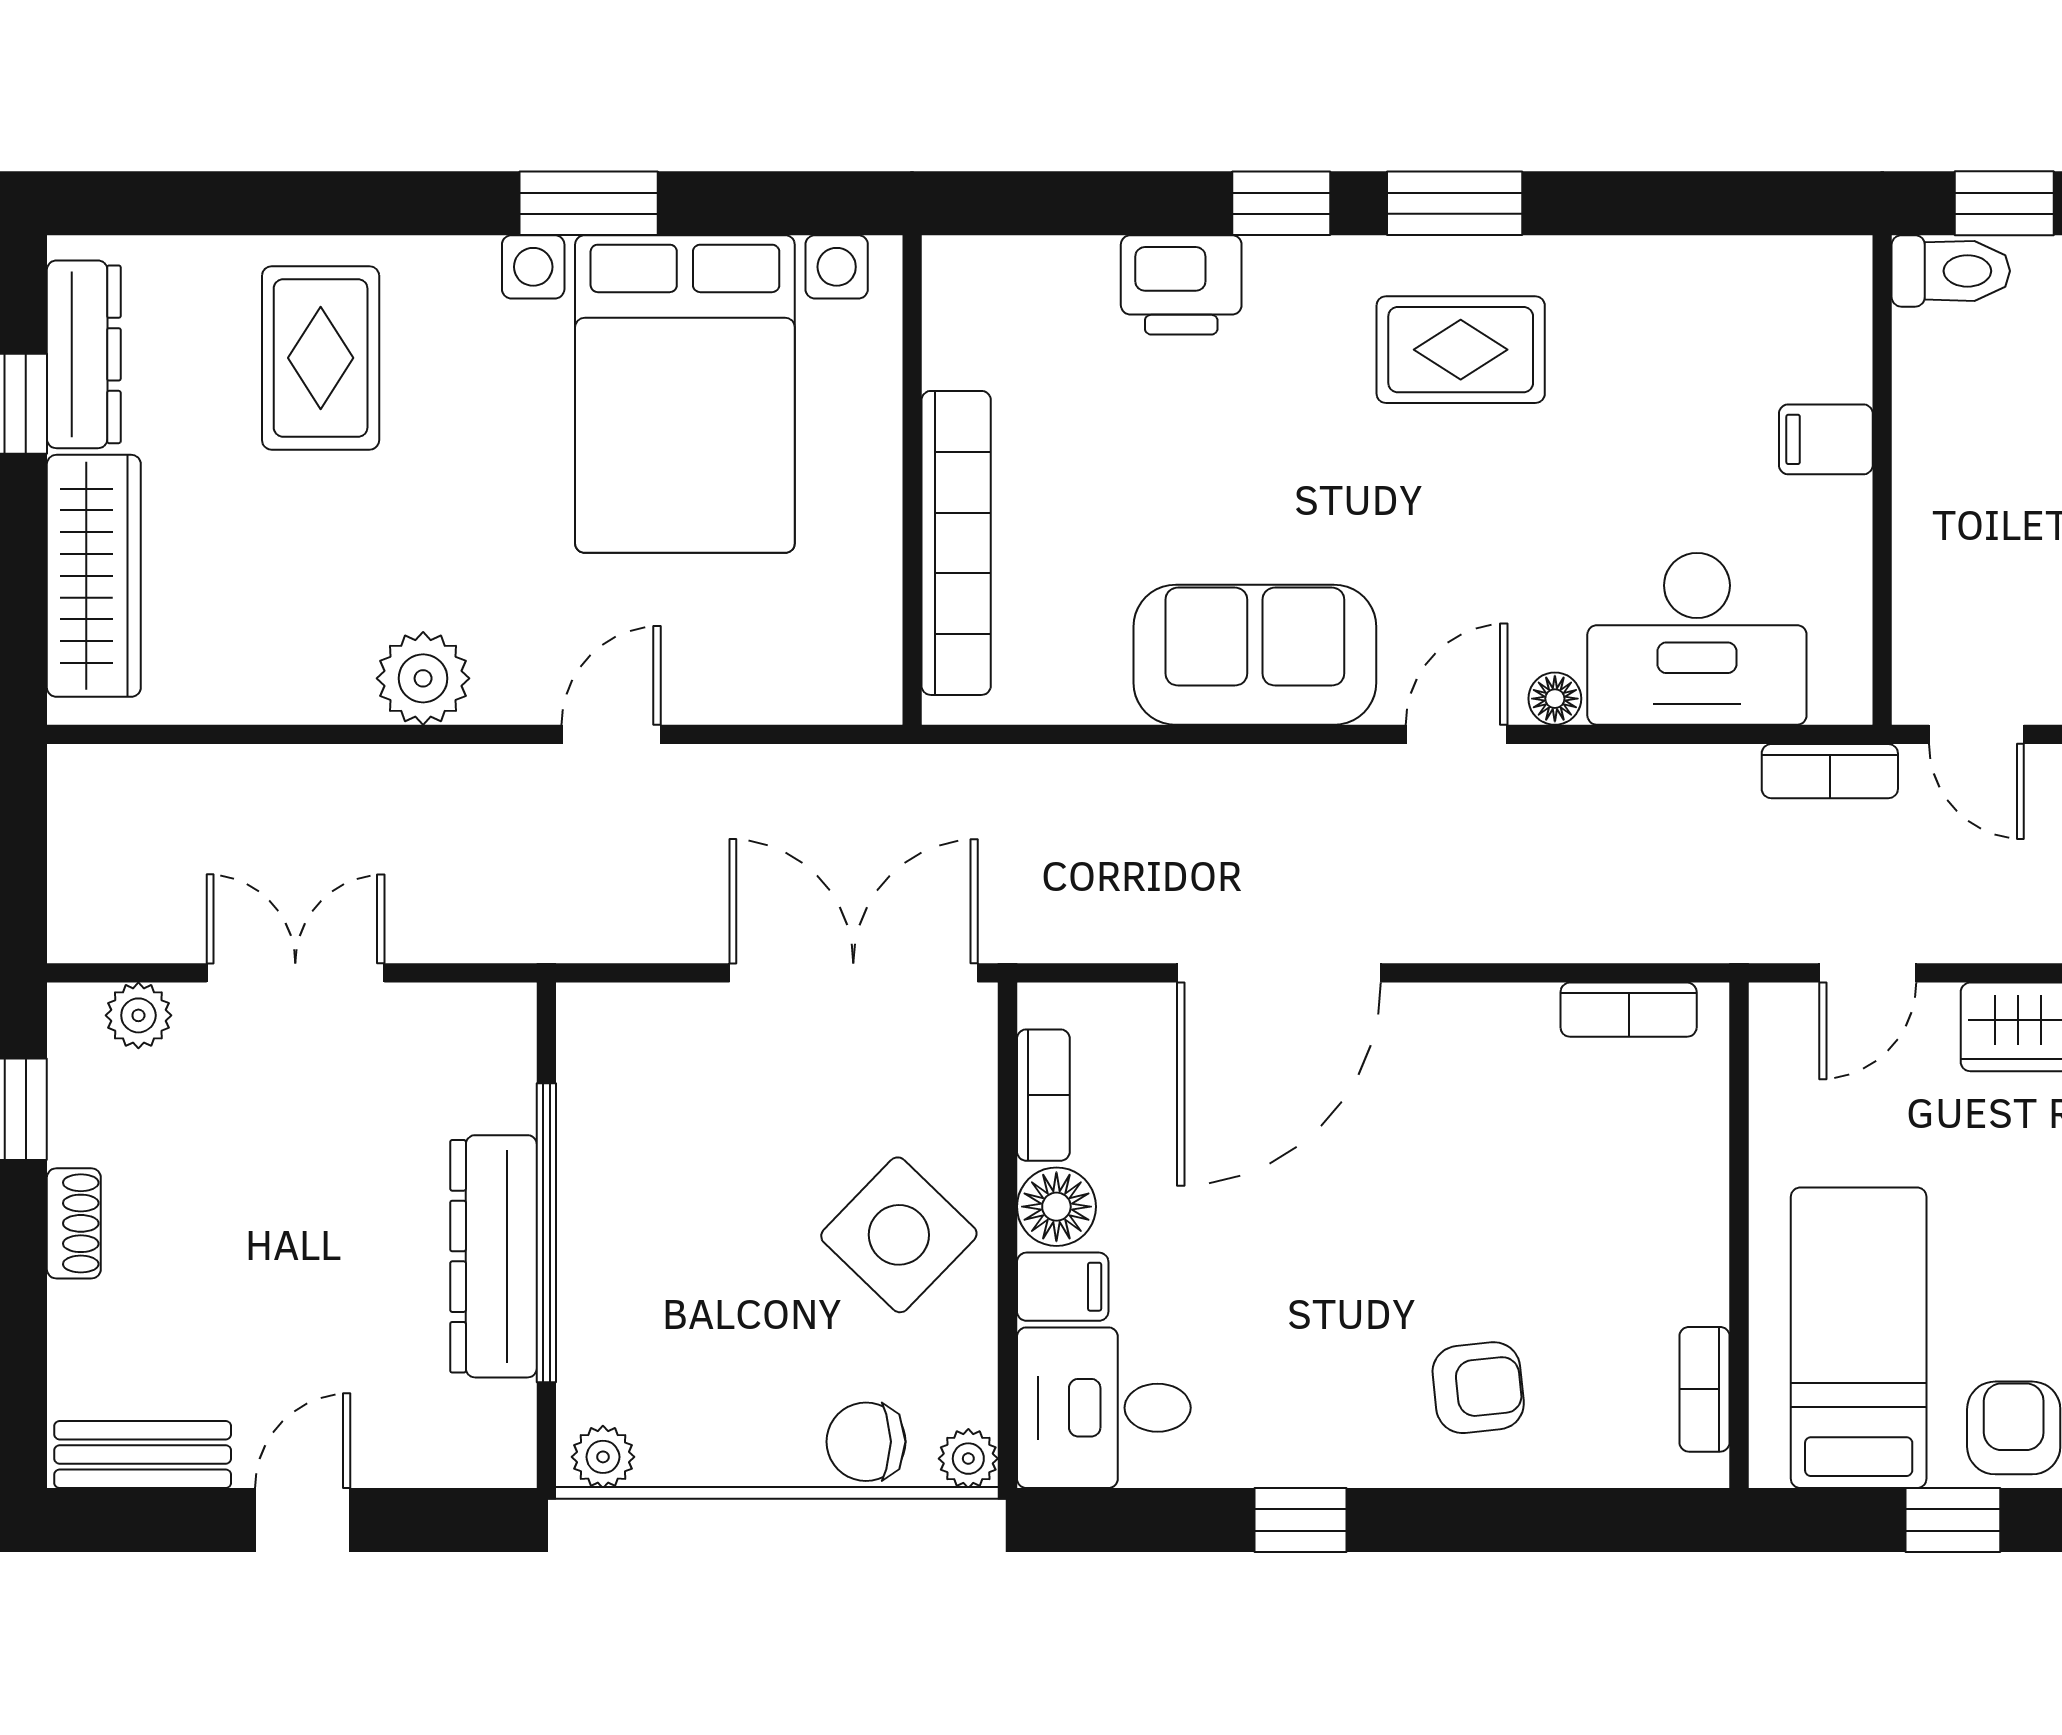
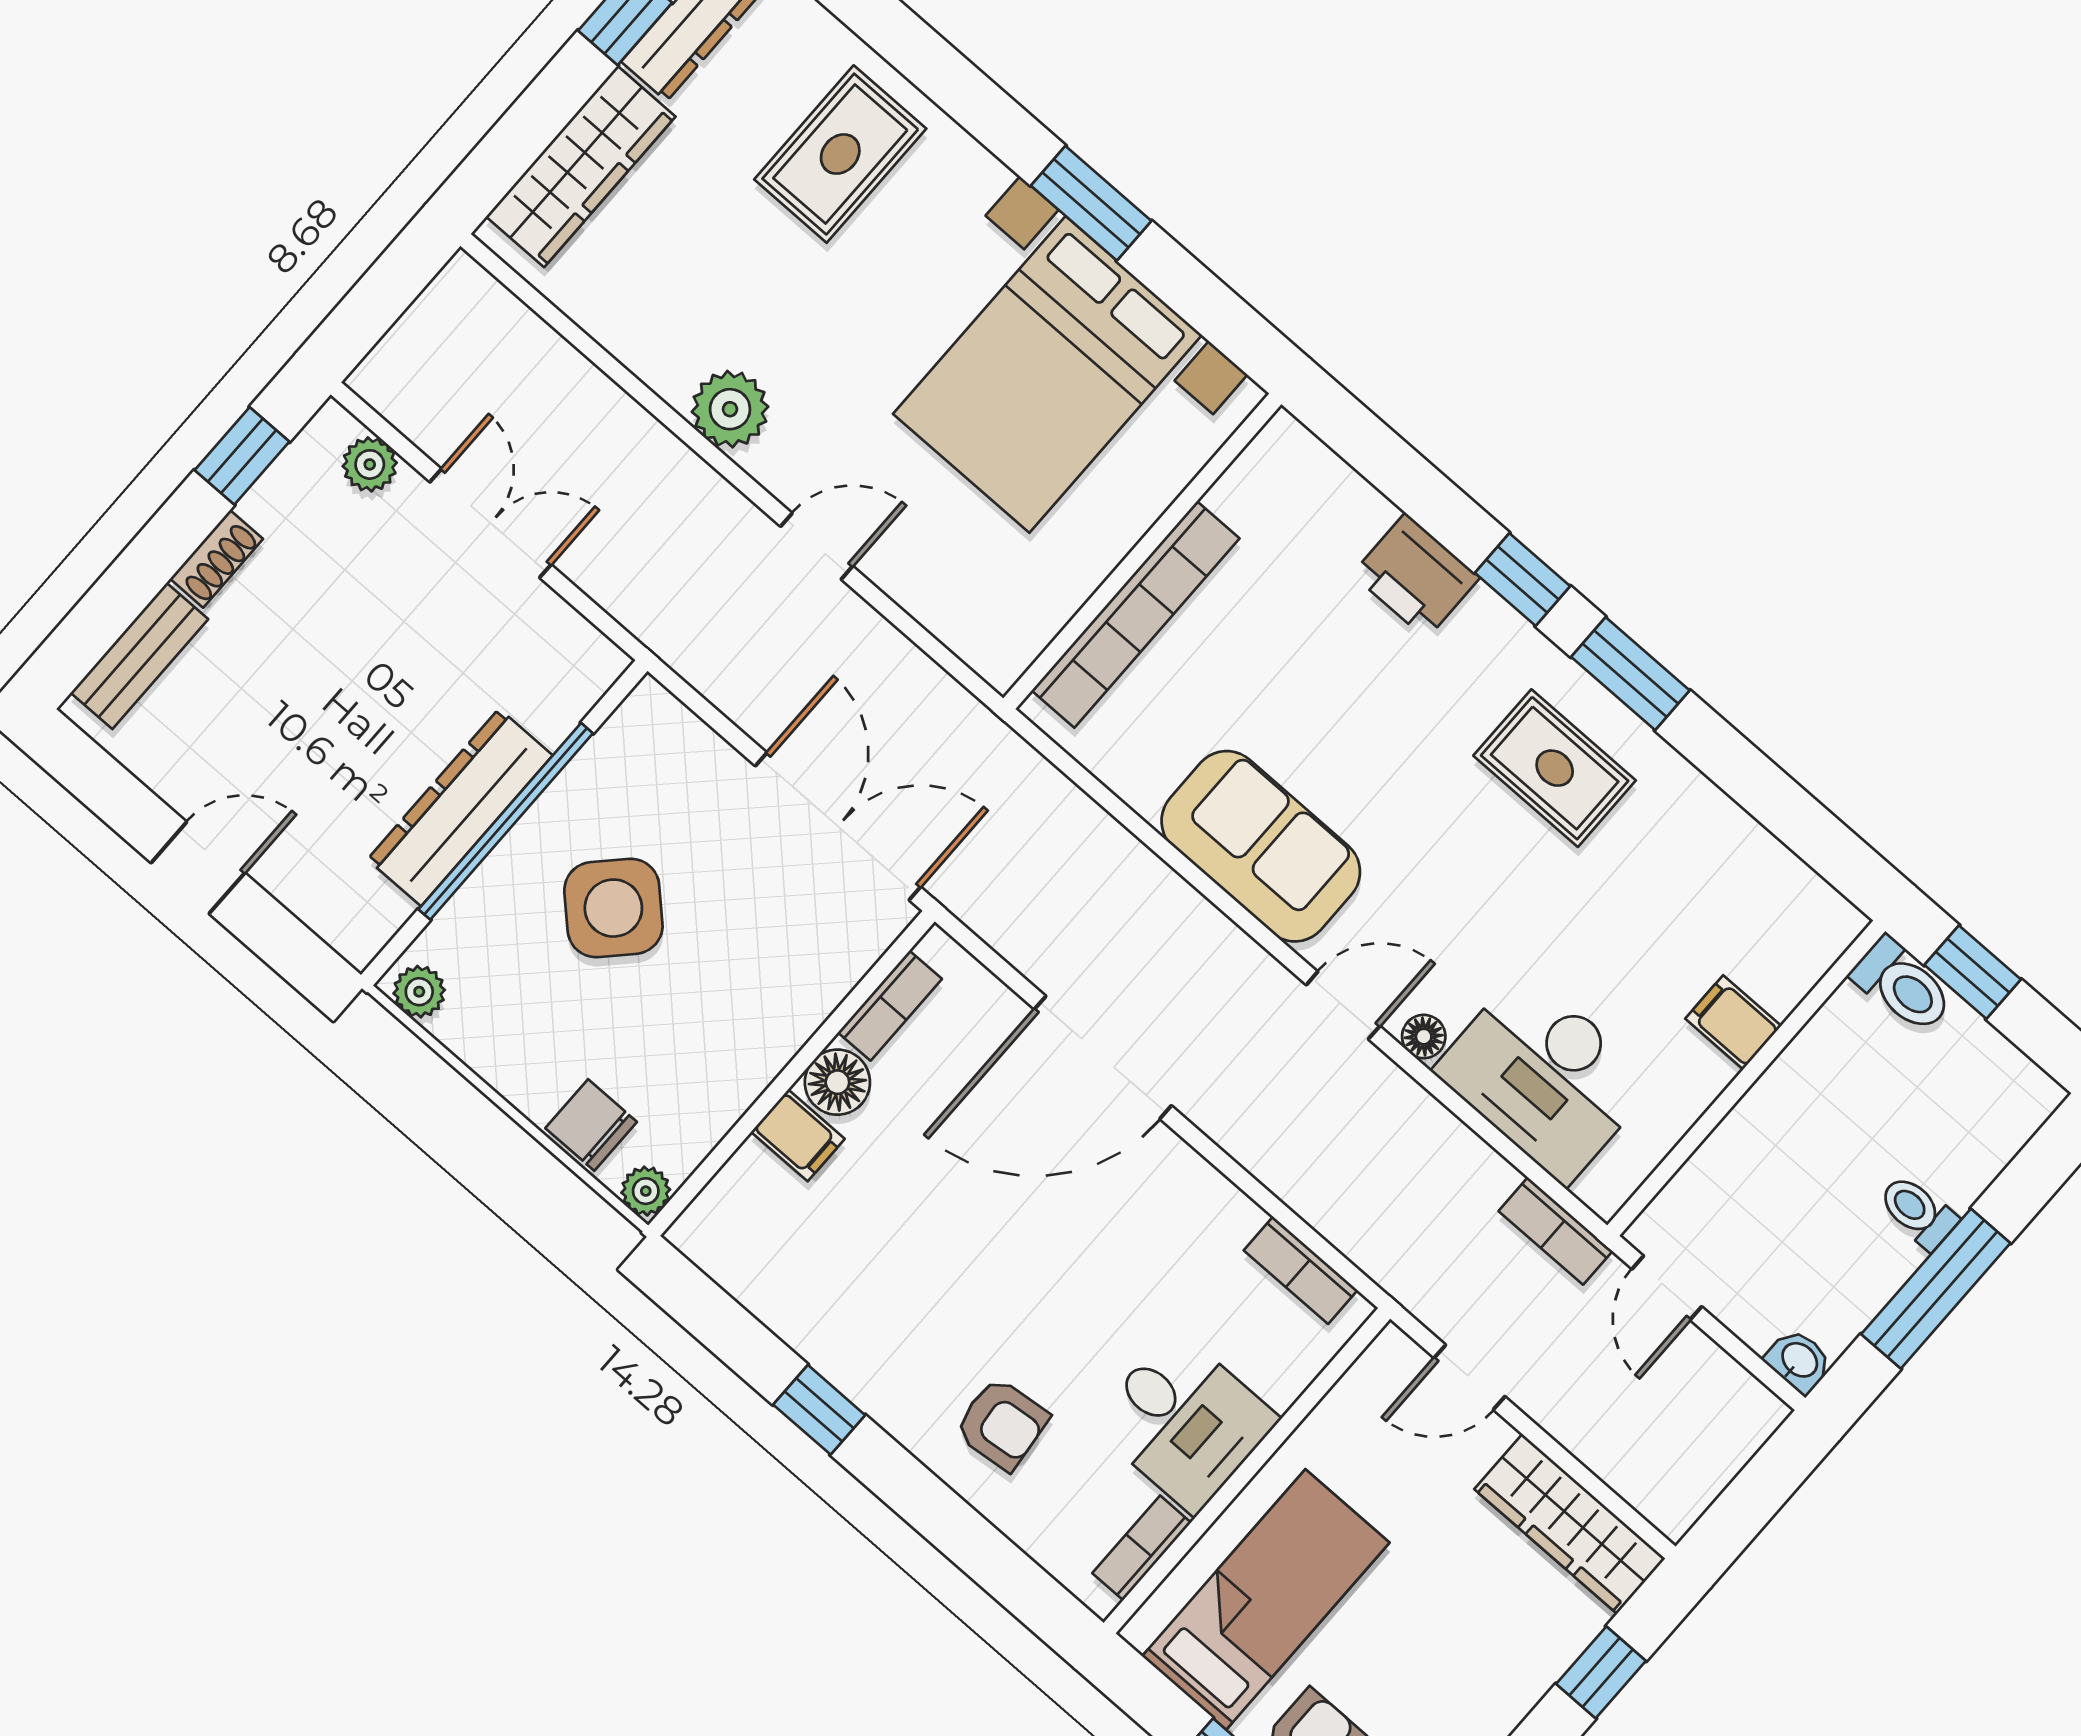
side table: (899, 1235) -> (613, 908), moved
desk: (1104, 1408) -> (1184, 1421), moved, turned 180
bench: (143, 1454) -> (139, 656), moved, turned 90

